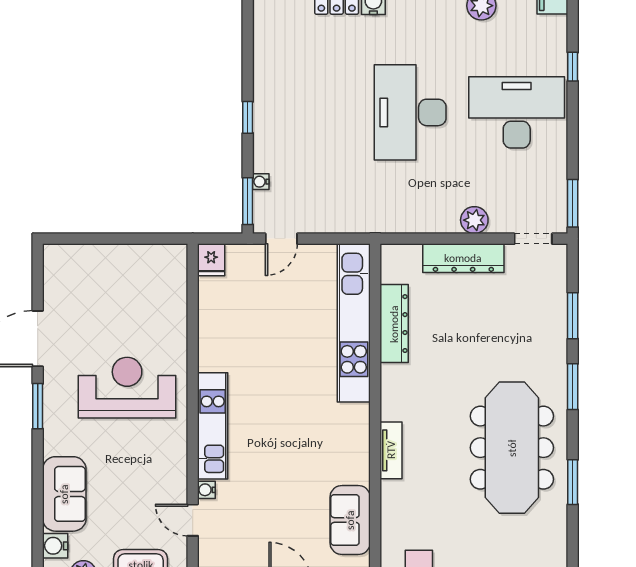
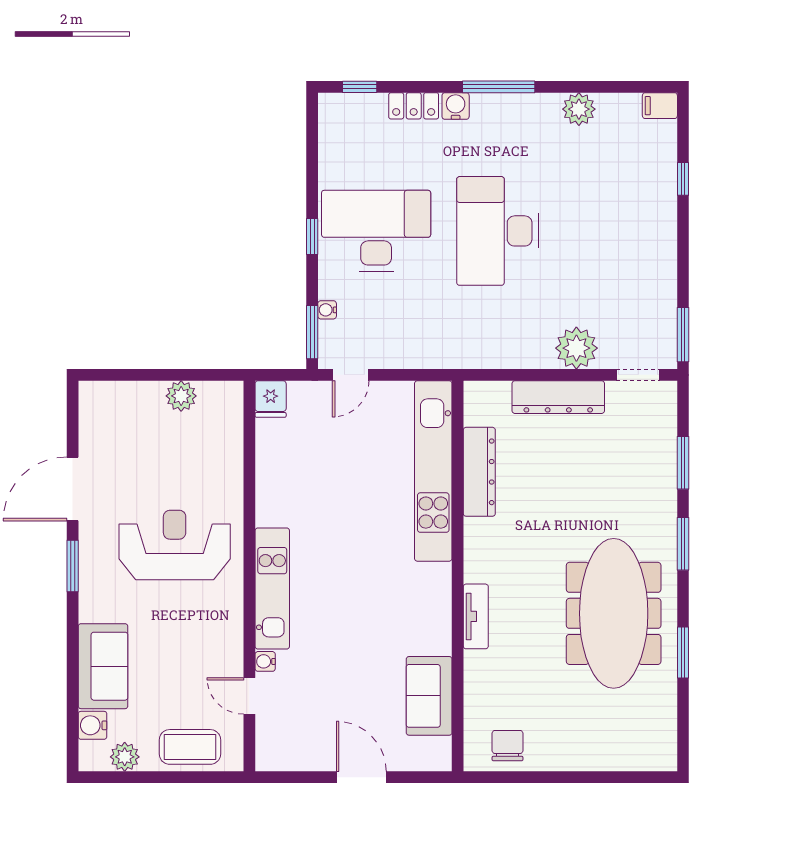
desk: (517, 112) -> (376, 231), moved
plant: (474, 220) -> (576, 348), width x1.36, depth x1.36
plant: (133, 257) -> (181, 396), added

